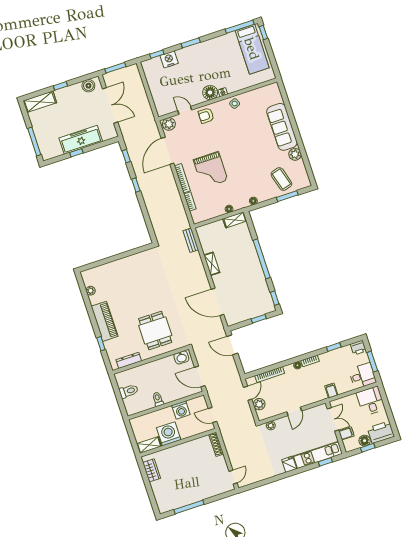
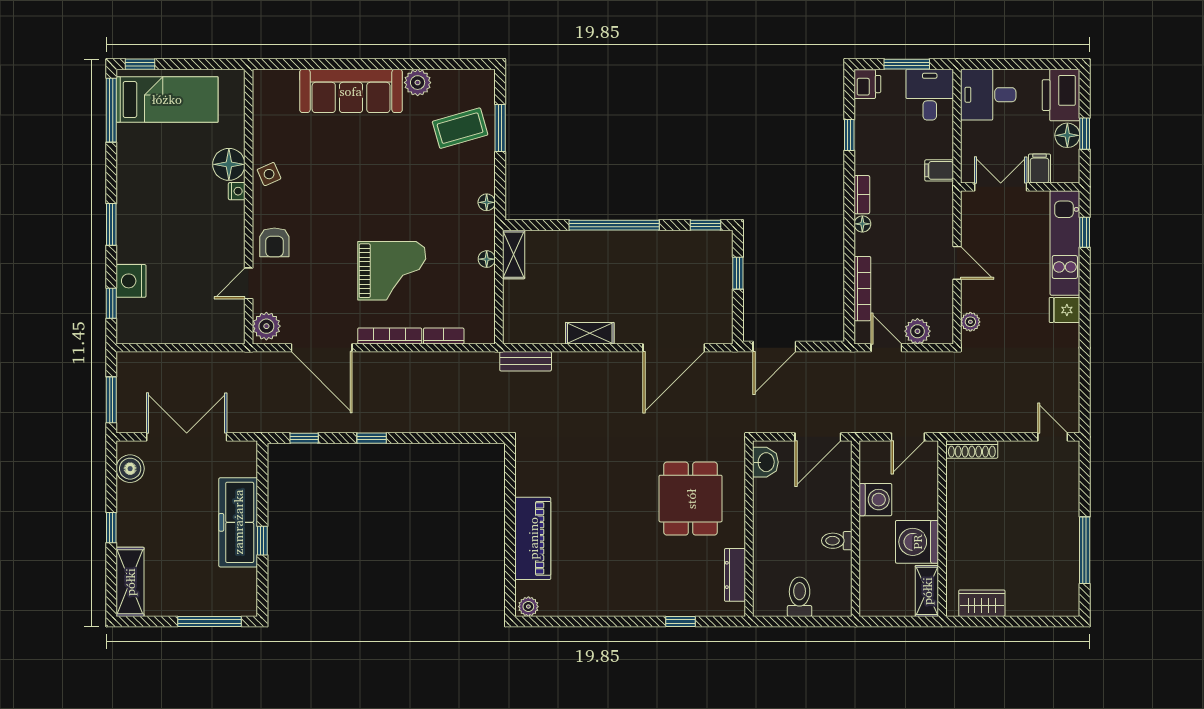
floor lamp: (210, 93) -> (229, 164), moved
plant: (91, 291) -> (528, 607), moved
piano: (105, 321) -> (533, 538), moved, turned 90
dining table: (155, 330) -> (691, 499), turned 90

